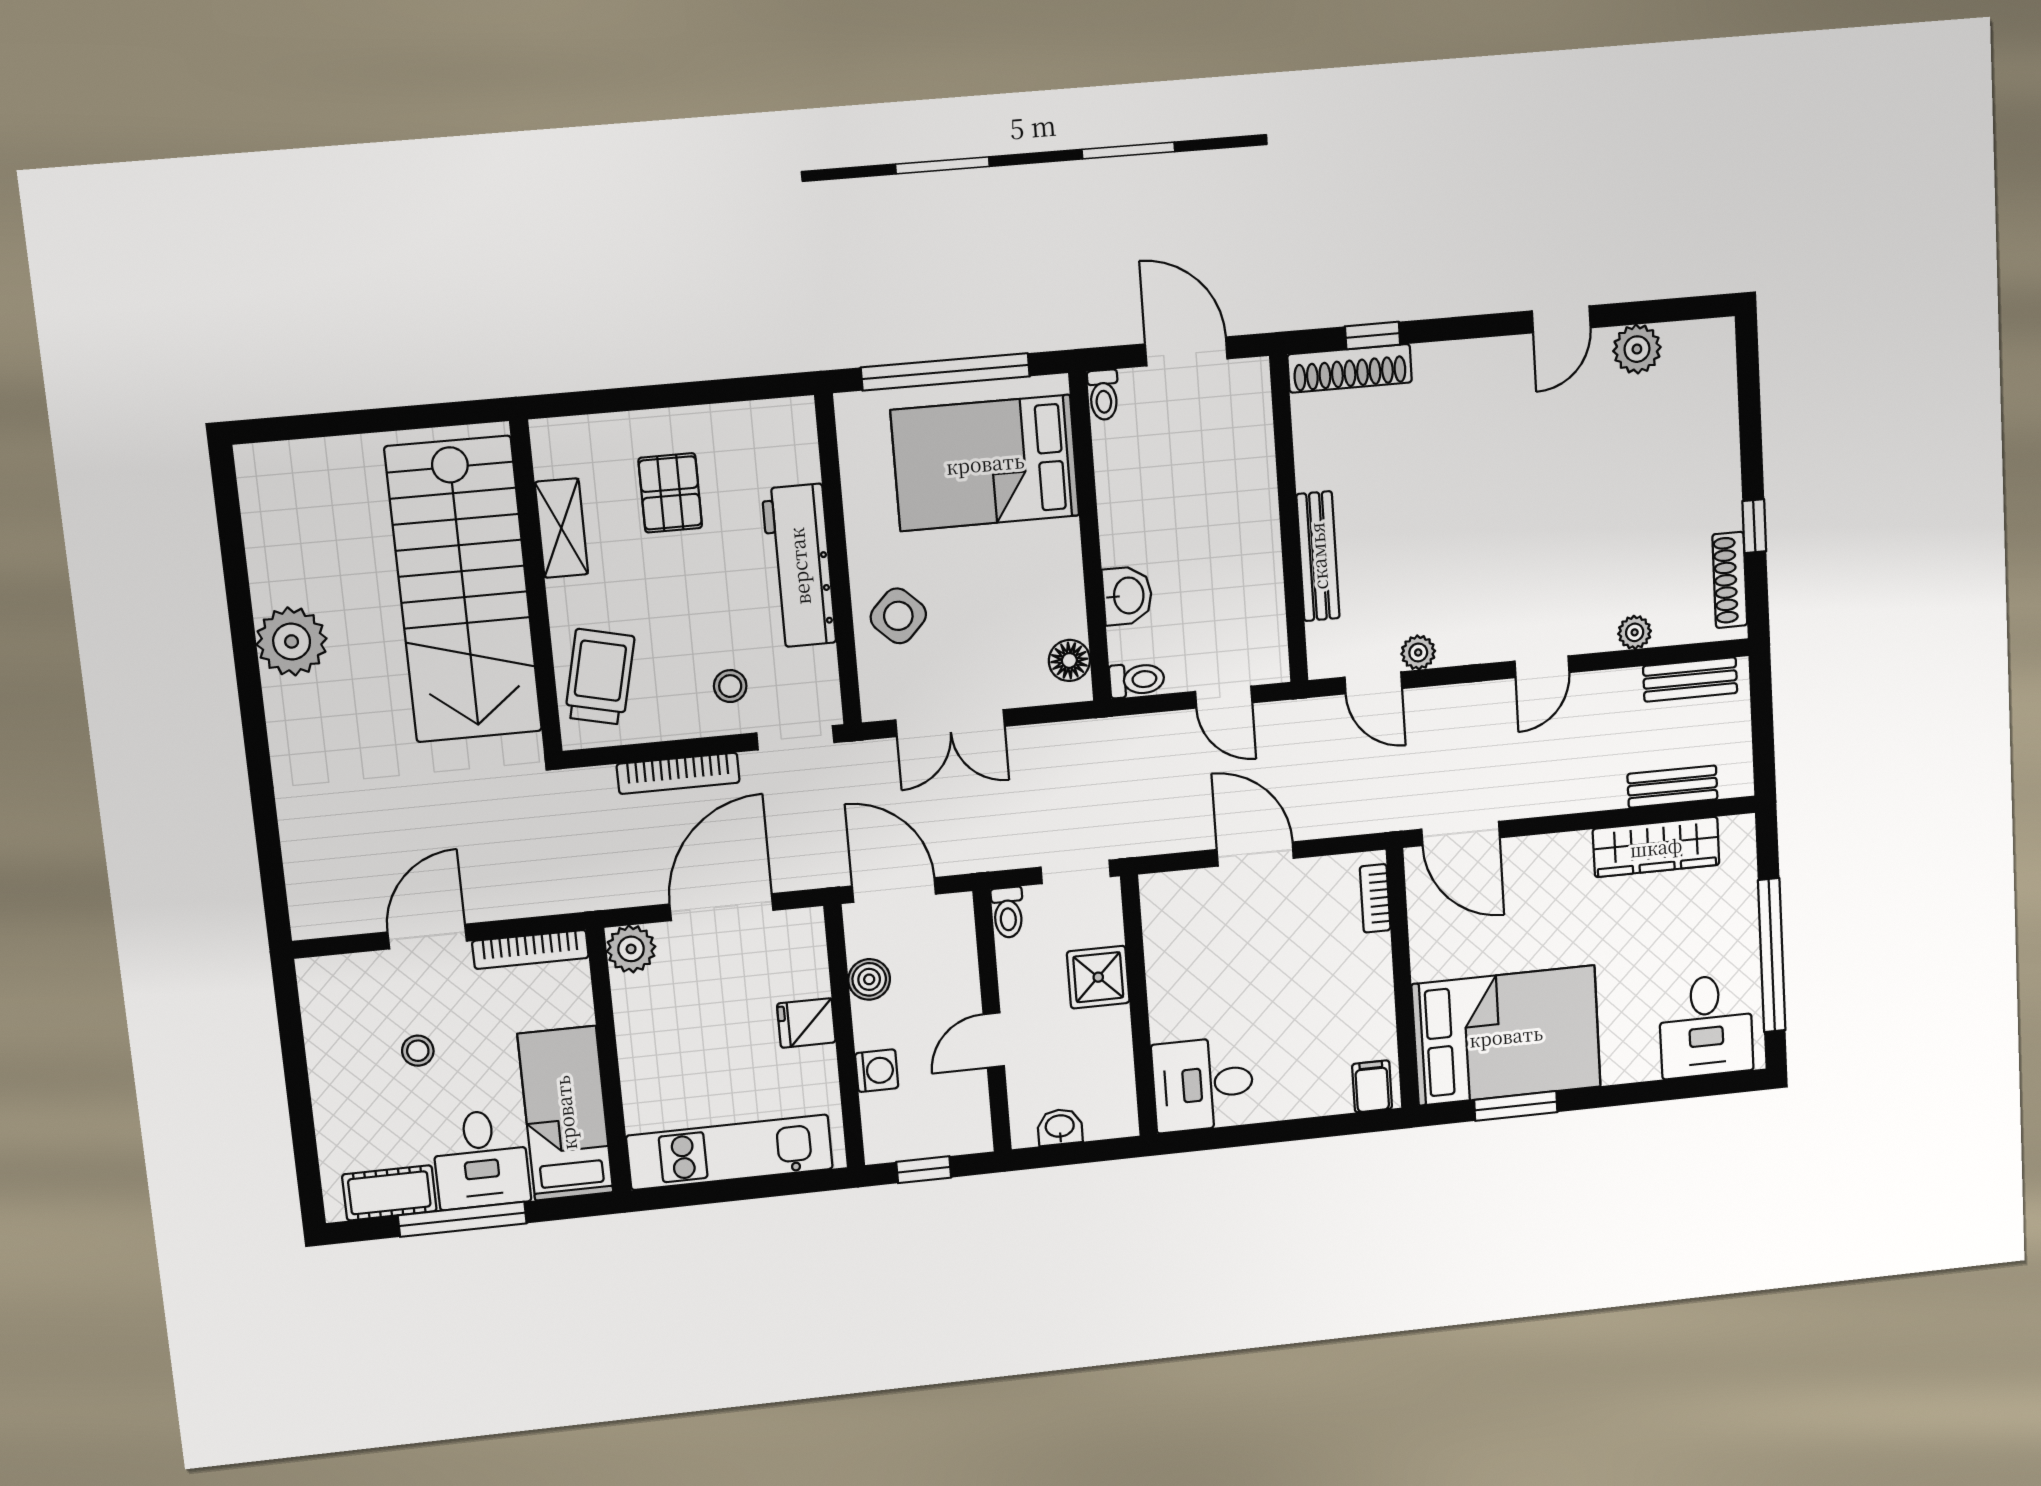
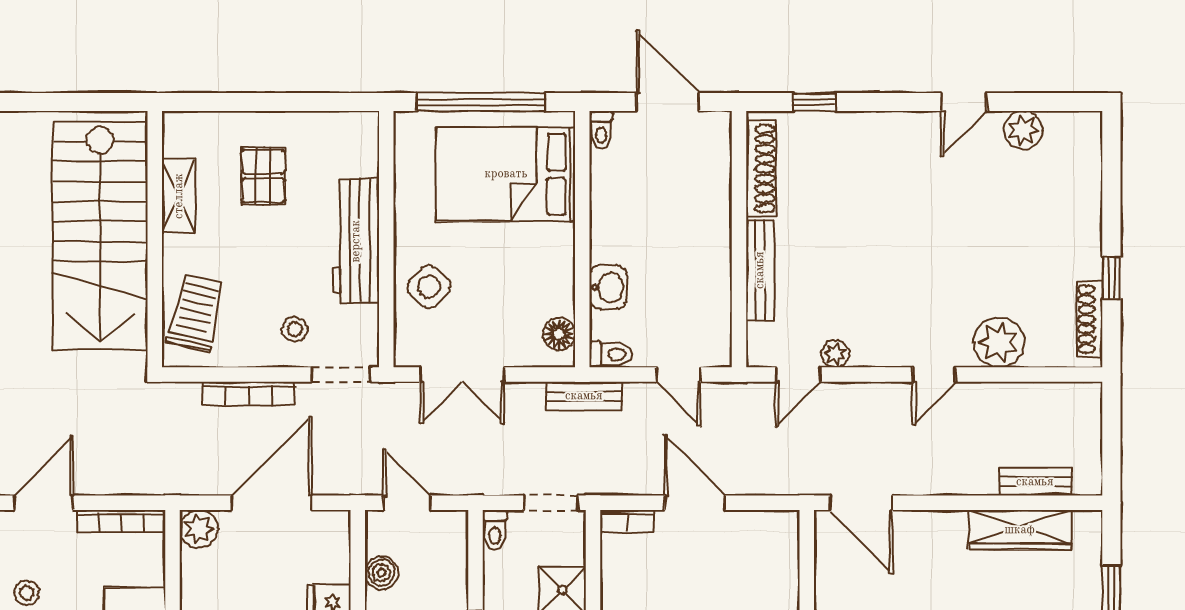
shoe rack: (1350, 368) -> (761, 169), moved, turned -90
plant: (1635, 632) -> (999, 342), width x1.87, depth x1.87
bench: (1690, 680) -> (584, 396), moved
door: (1373, 683) -> (798, 375), hinge flipped
door: (894, 890) -> (407, 503), width x0.73
bookcase: (1375, 898) -> (627, 521), moved, turned -90

